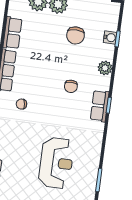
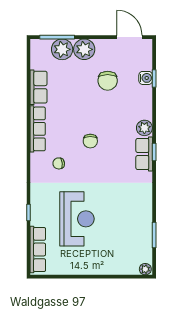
plant: (105, 68) -> (144, 128), moved
chair: (71, 86) -> (90, 141), moved
reception desk: (56, 163) -> (77, 219), moved

